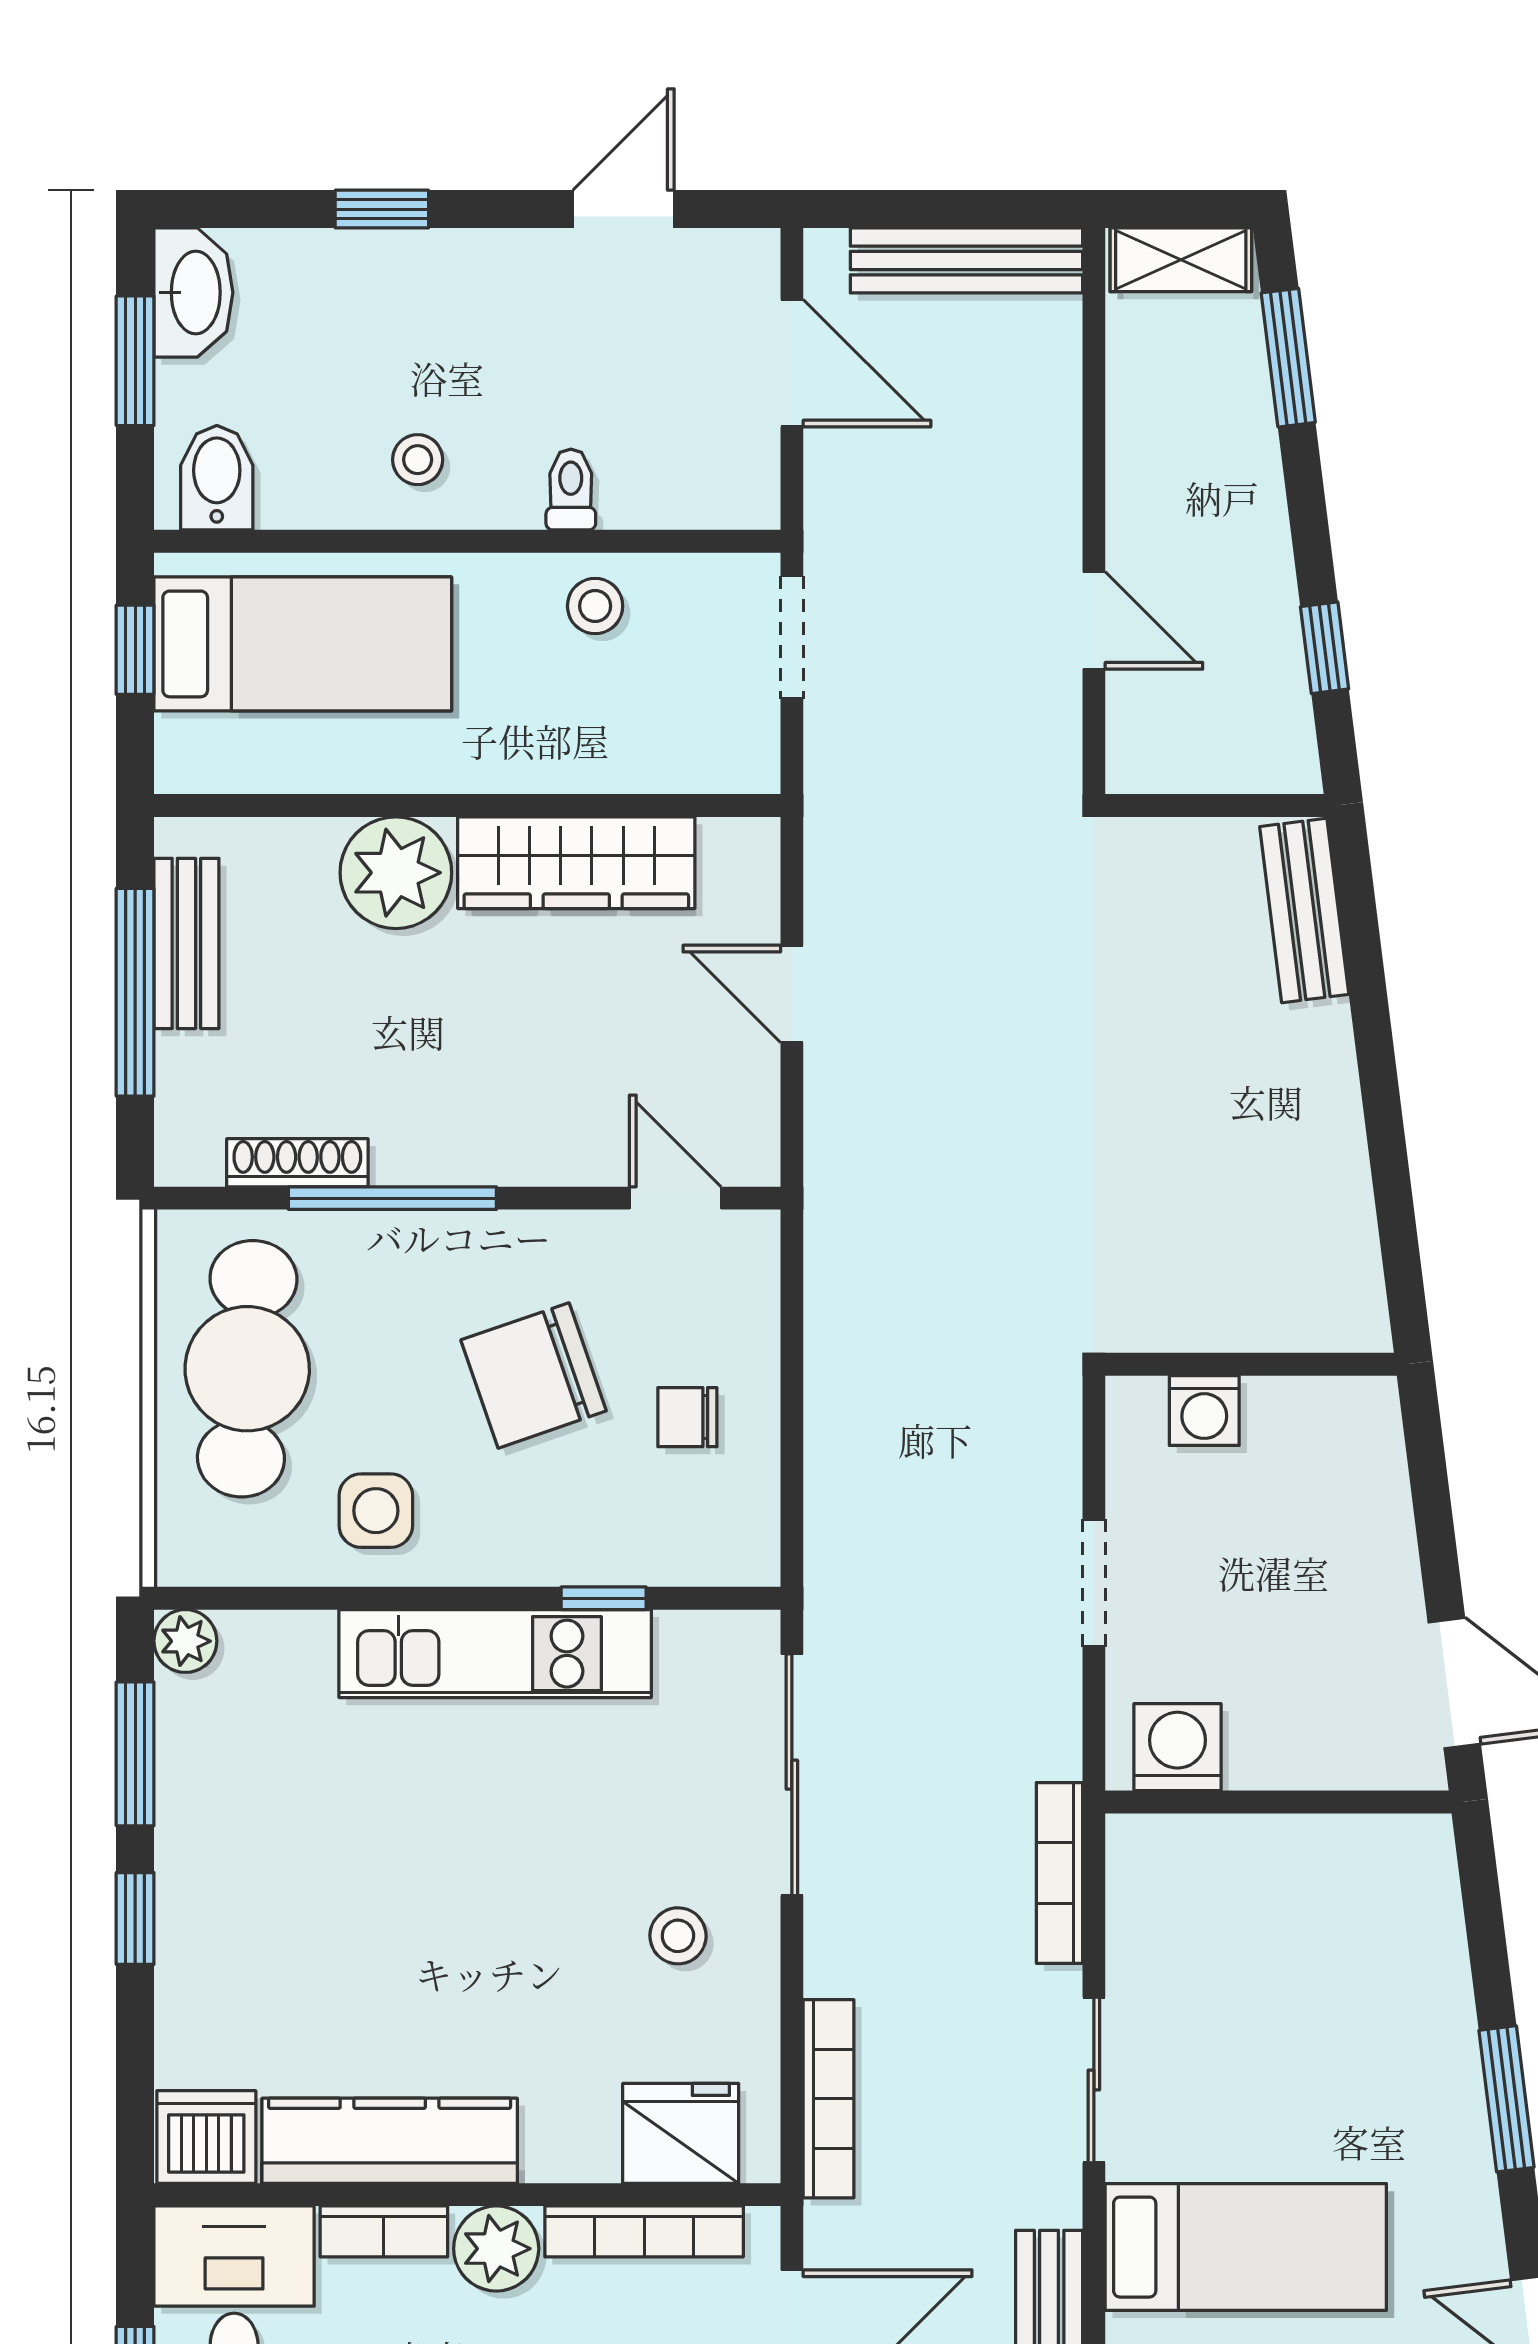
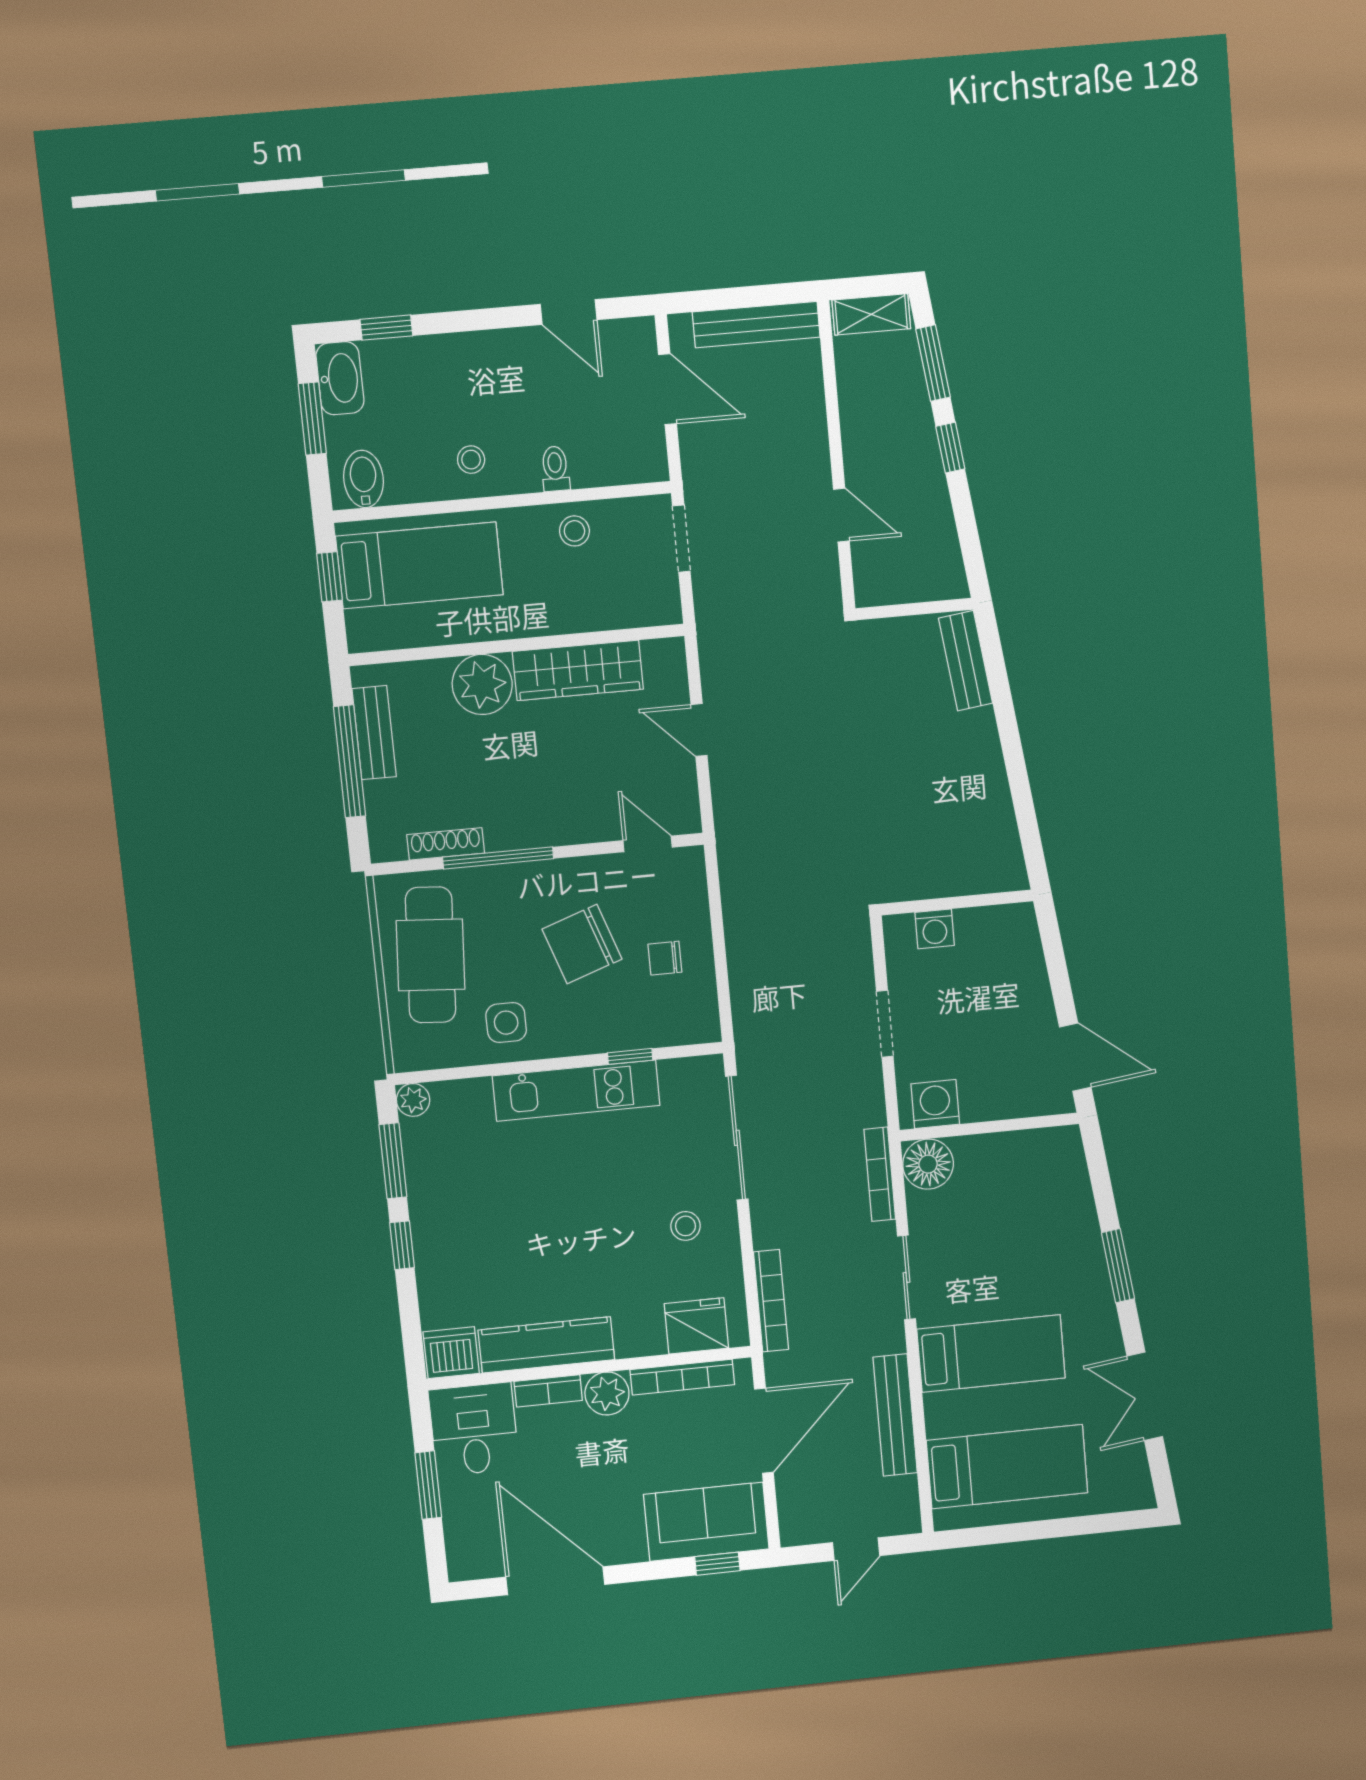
window: (382, 209) -> (386, 328), moved
door: (624, 209) -> (569, 312), swing flipped
window: (1325, 648) -> (950, 448), moved
floor lamp: (1154, 1862) -> (928, 1164), added

